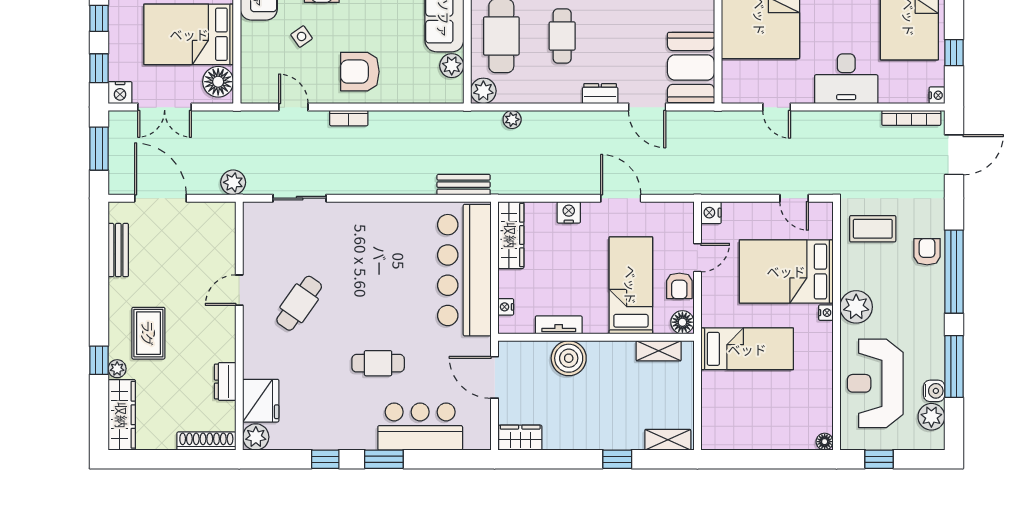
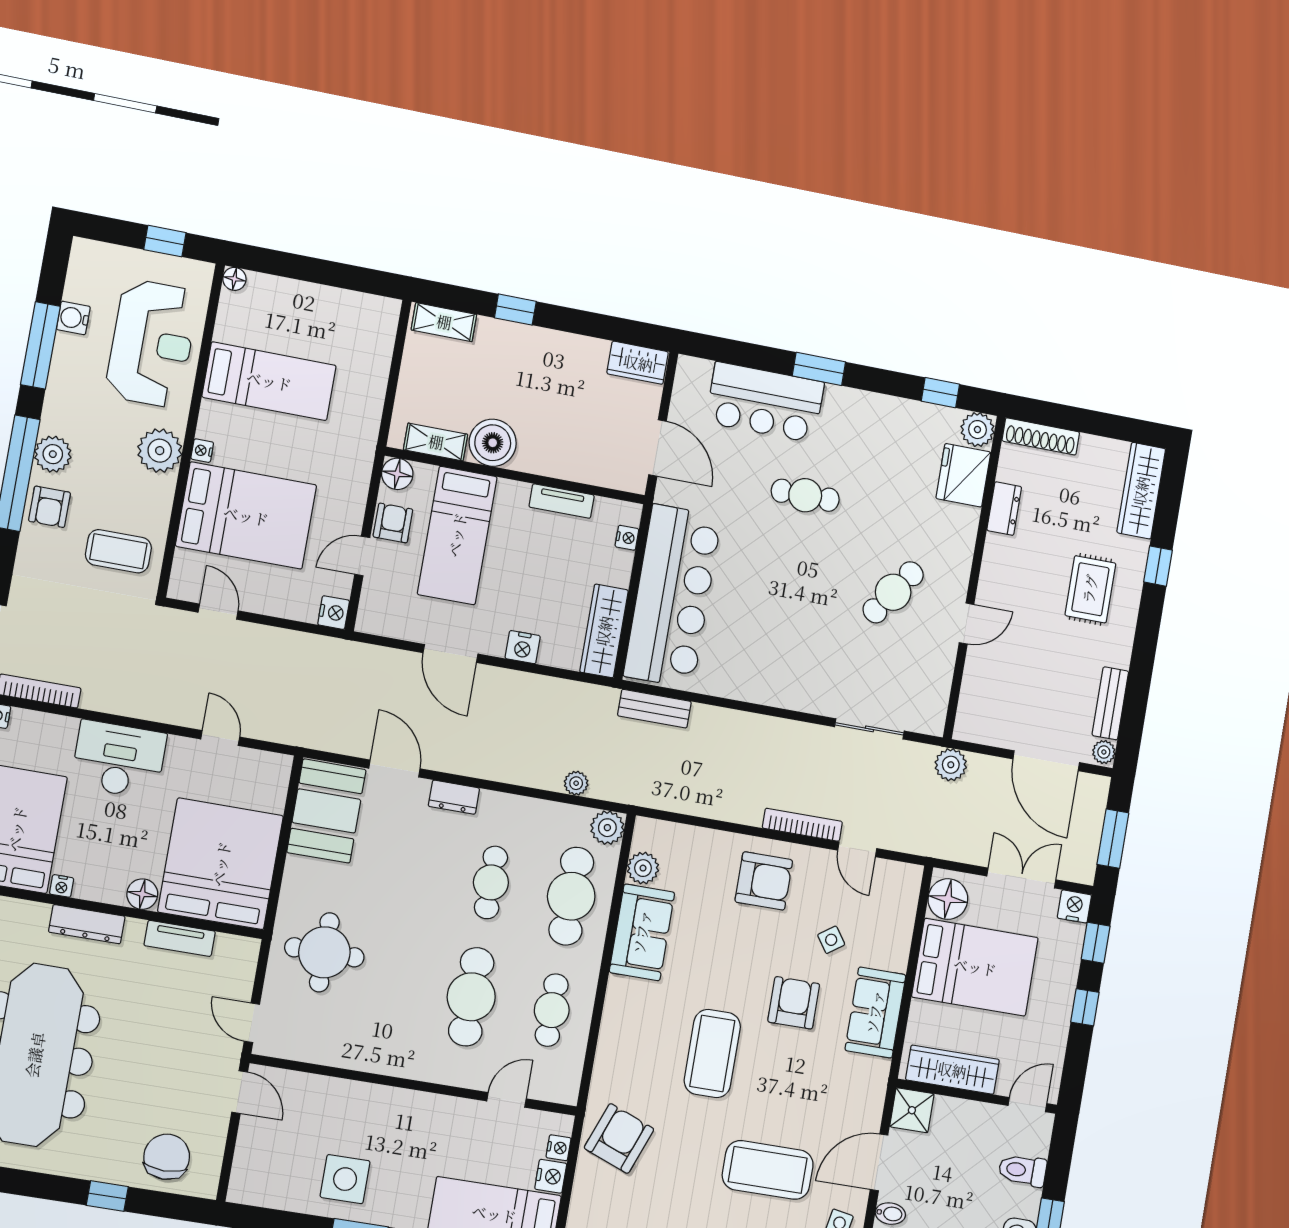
bookcase: (349, 118) -> (802, 825), width x1.56
bed: (747, 349) -> (269, 381), moved, turned 180
boiler: (569, 358) -> (493, 443), moved
plant: (117, 369) -> (1104, 752), moved
plant: (931, 417) -> (53, 454), moved
window: (325, 459) -> (940, 393), moved

